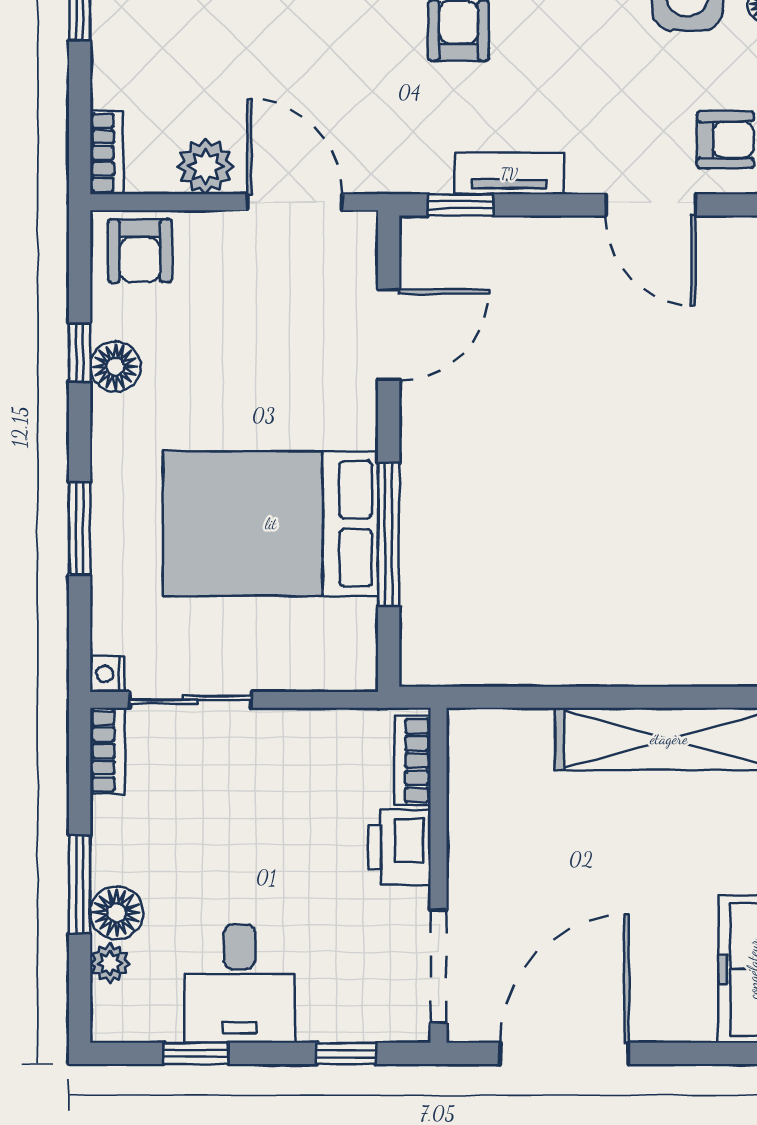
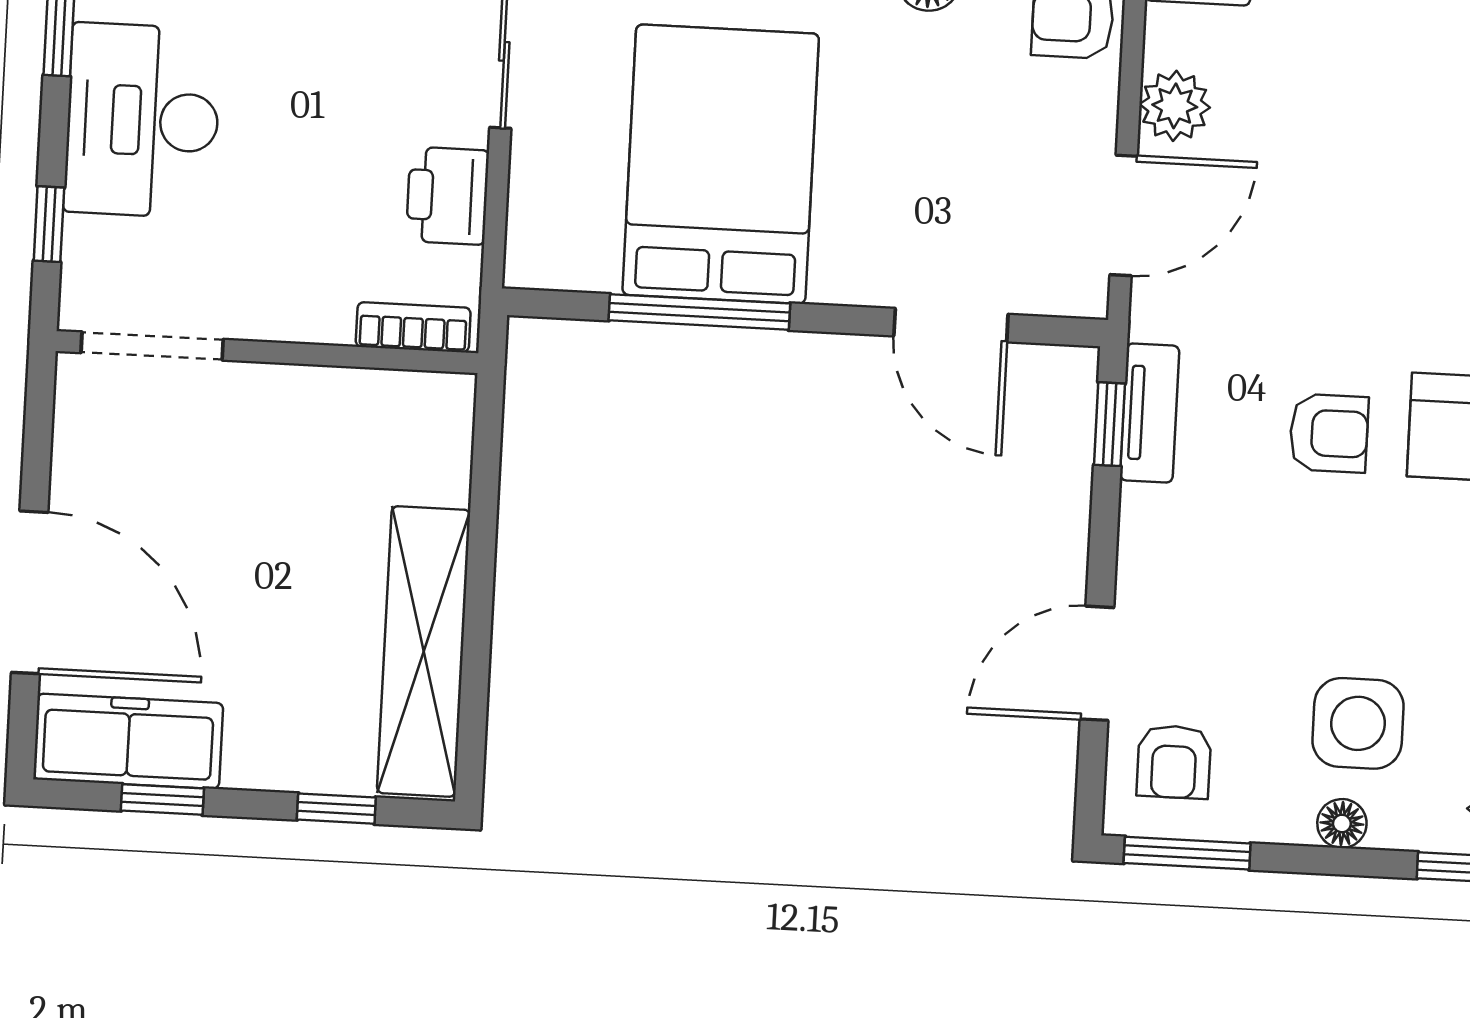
tv unit: (509, 174) -> (1150, 413), moved
printer: (399, 847) -> (447, 196), moved, turned -90
desk: (240, 984) -> (143, 121), width x1.37
door: (564, 1053) -> (30, 592), moved

